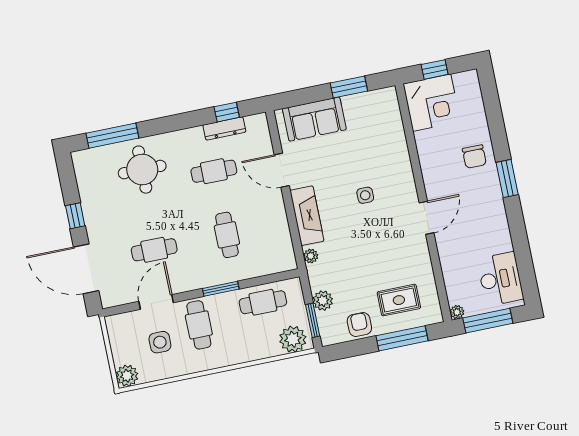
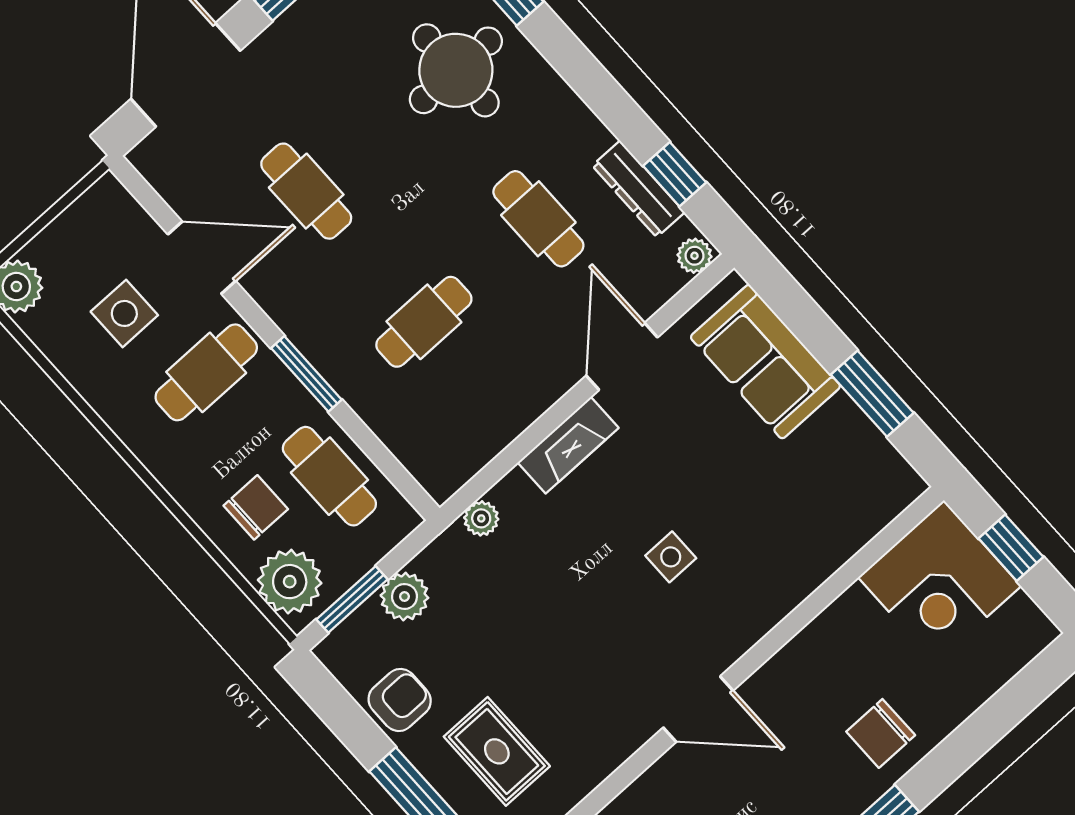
plant: (261, 122) -> (694, 256), added
fireplace: (307, 216) -> (568, 445), width x0.73, depth x0.76
chair: (259, 336) -> (256, 507), added

